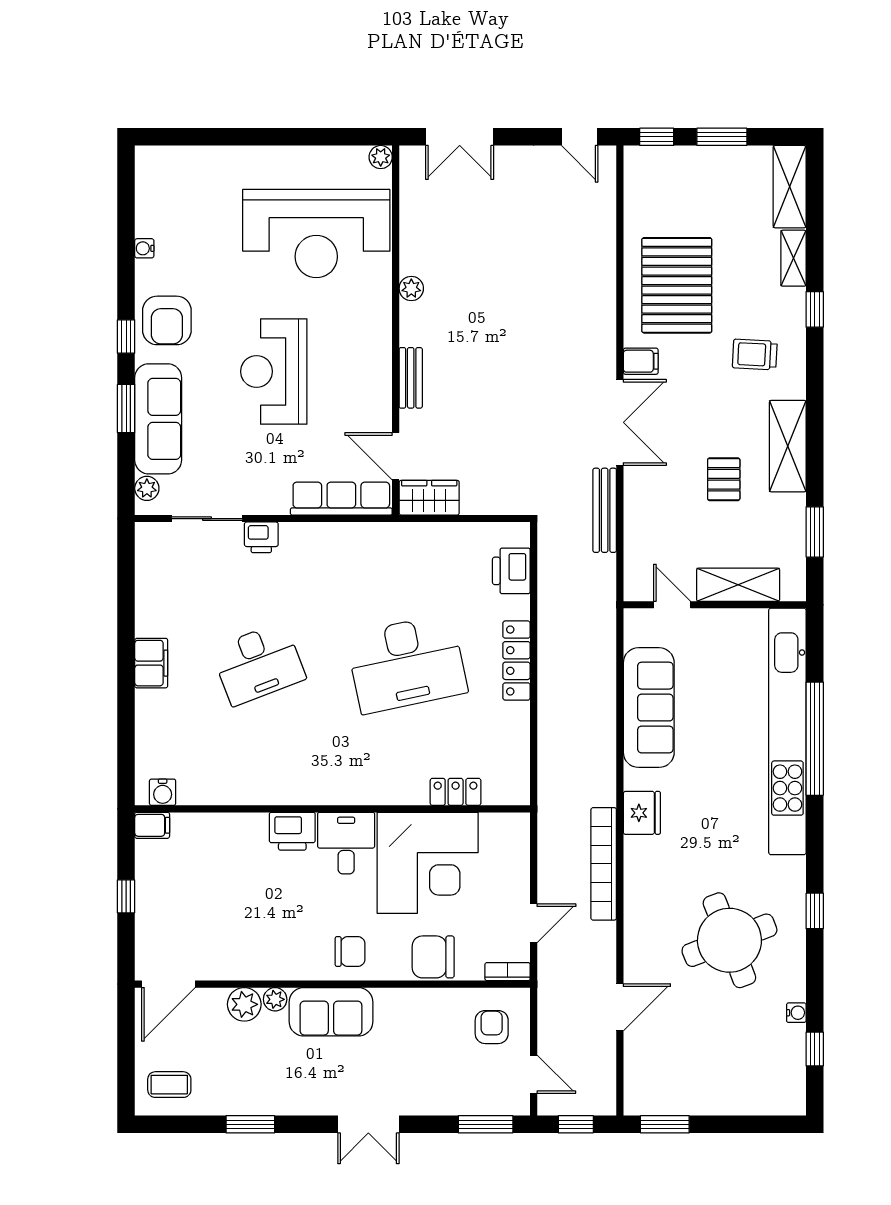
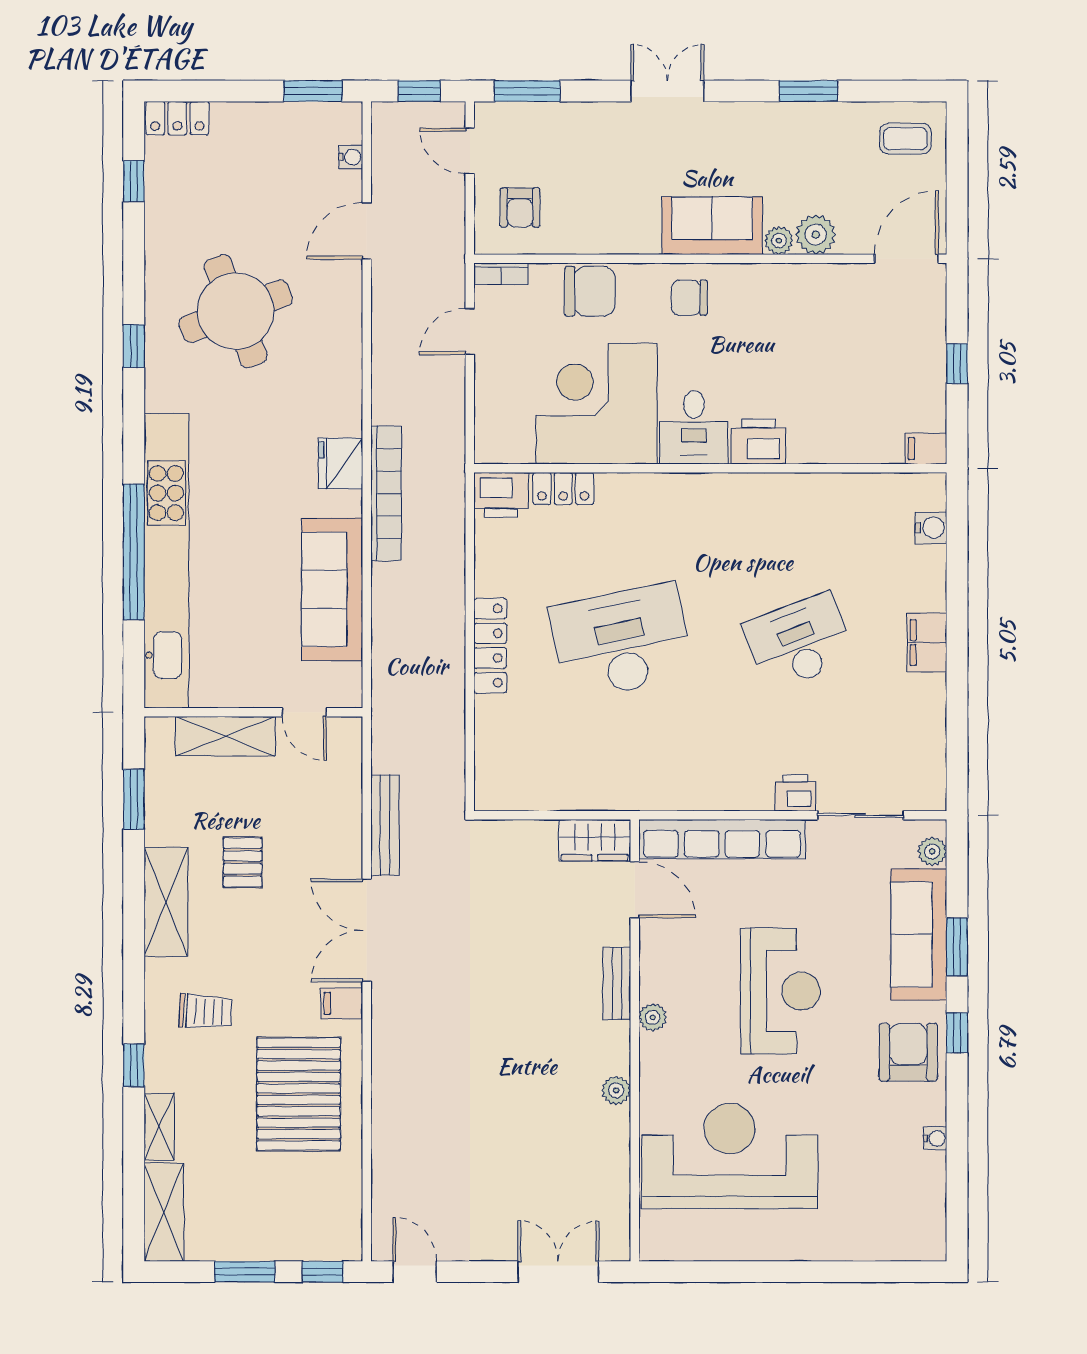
plant: (381, 157) -> (653, 1017), moved
row of seats: (341, 499) -> (722, 839), width x1.36
printer: (511, 571) -> (501, 495), moved, turned 90
water cooler: (163, 792) -> (931, 528), moved, turned 90
bookcase: (604, 864) -> (386, 493), moved
water cooler: (796, 1013) -> (351, 157), moved, turned 180
locker: (778, 1102) -> (177, 118), added

